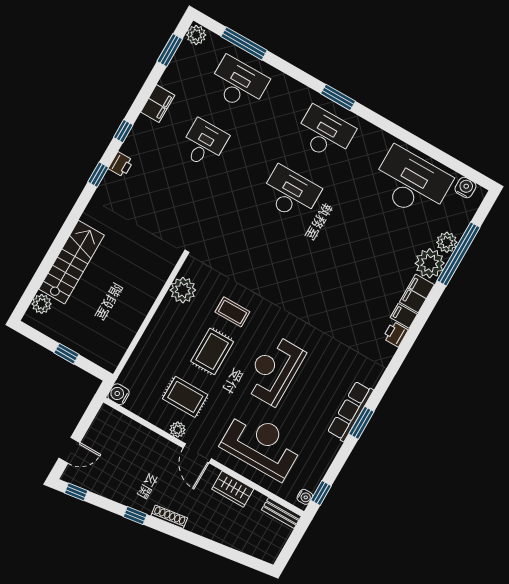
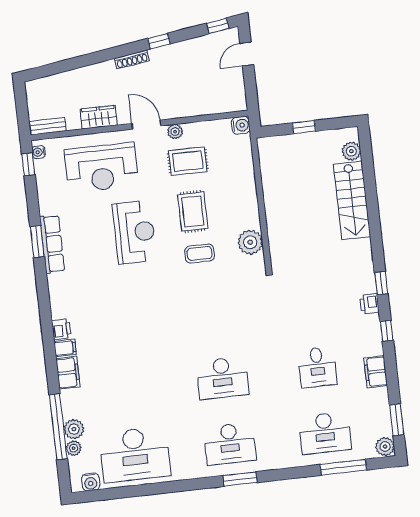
plant: (430, 263) -> (74, 448), moved, width x0.53, depth x0.53

